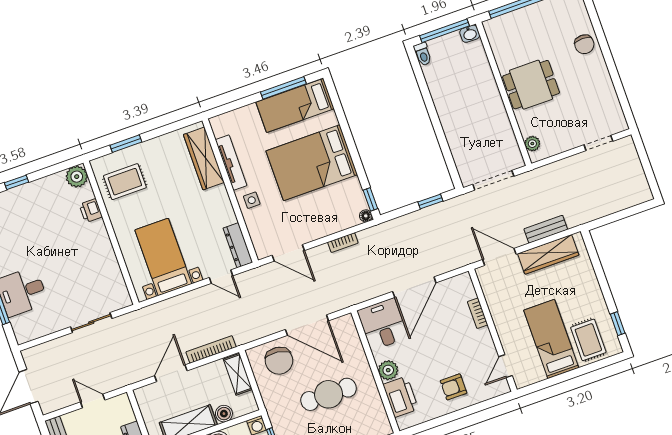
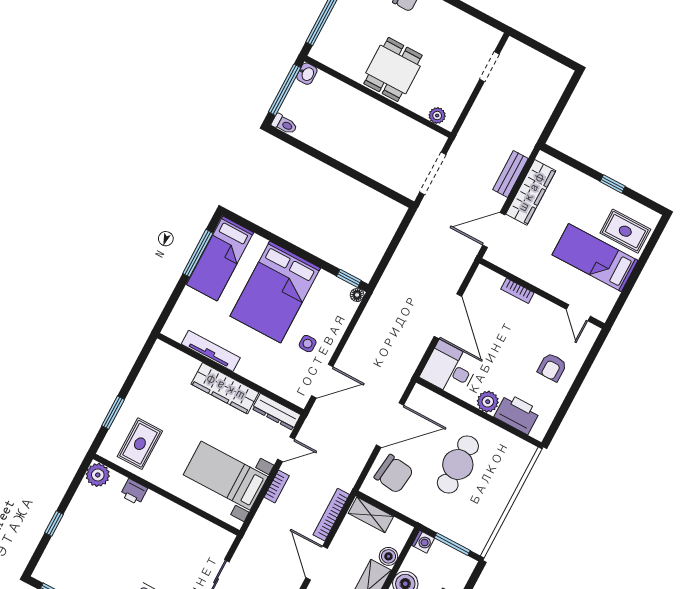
wardrobe: (204, 158) -> (225, 388), moved
side table: (252, 200) -> (308, 344), moved
window: (430, 202) -> (398, 236), removed
bookcase: (343, 243) -> (277, 486), moved
window: (618, 324) -> (613, 184), moved

